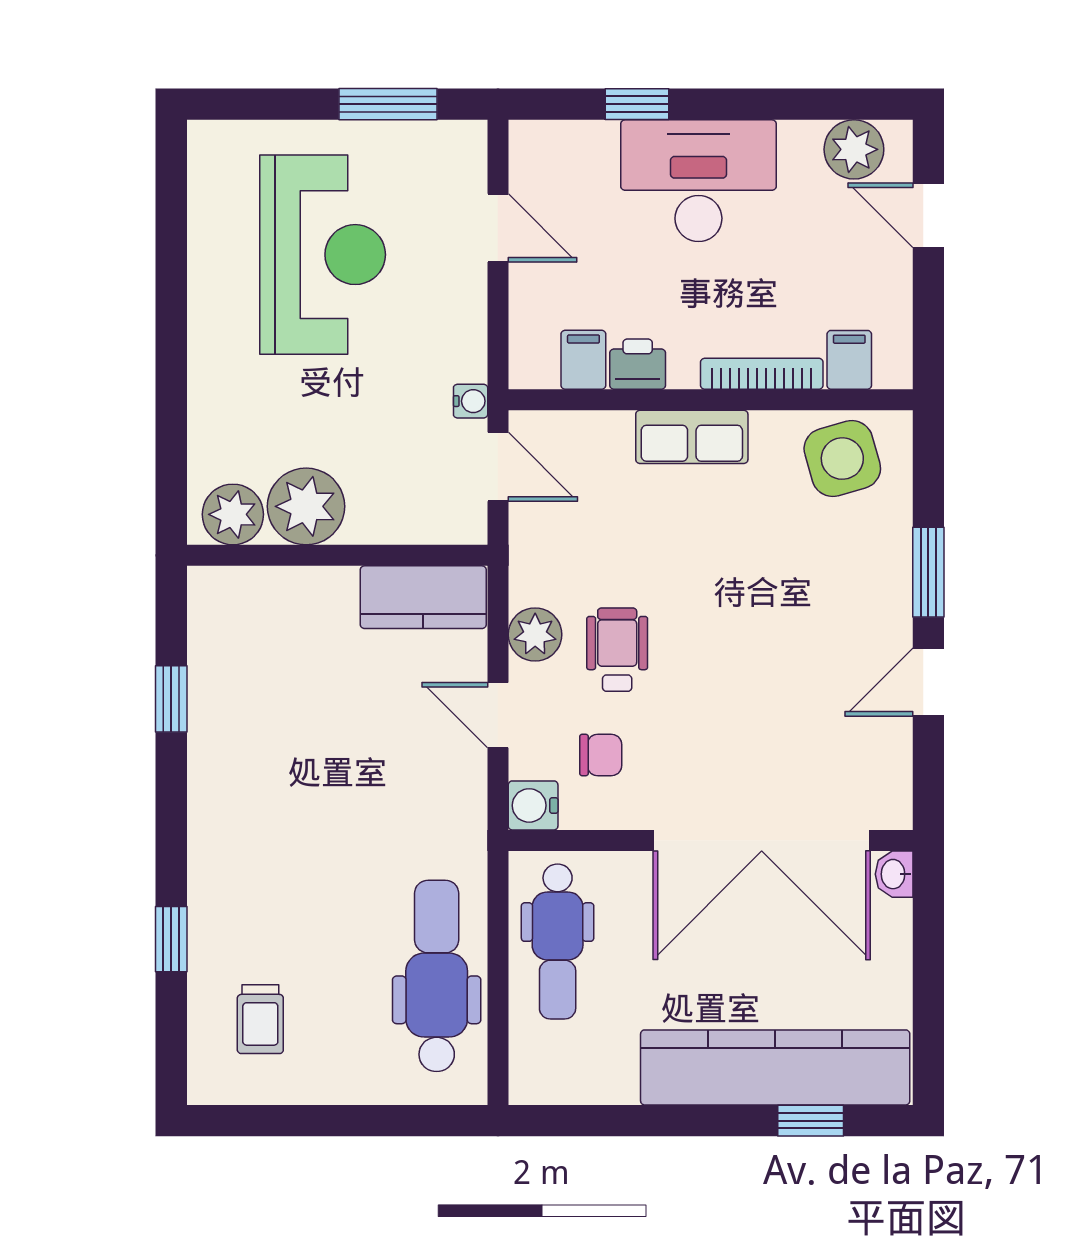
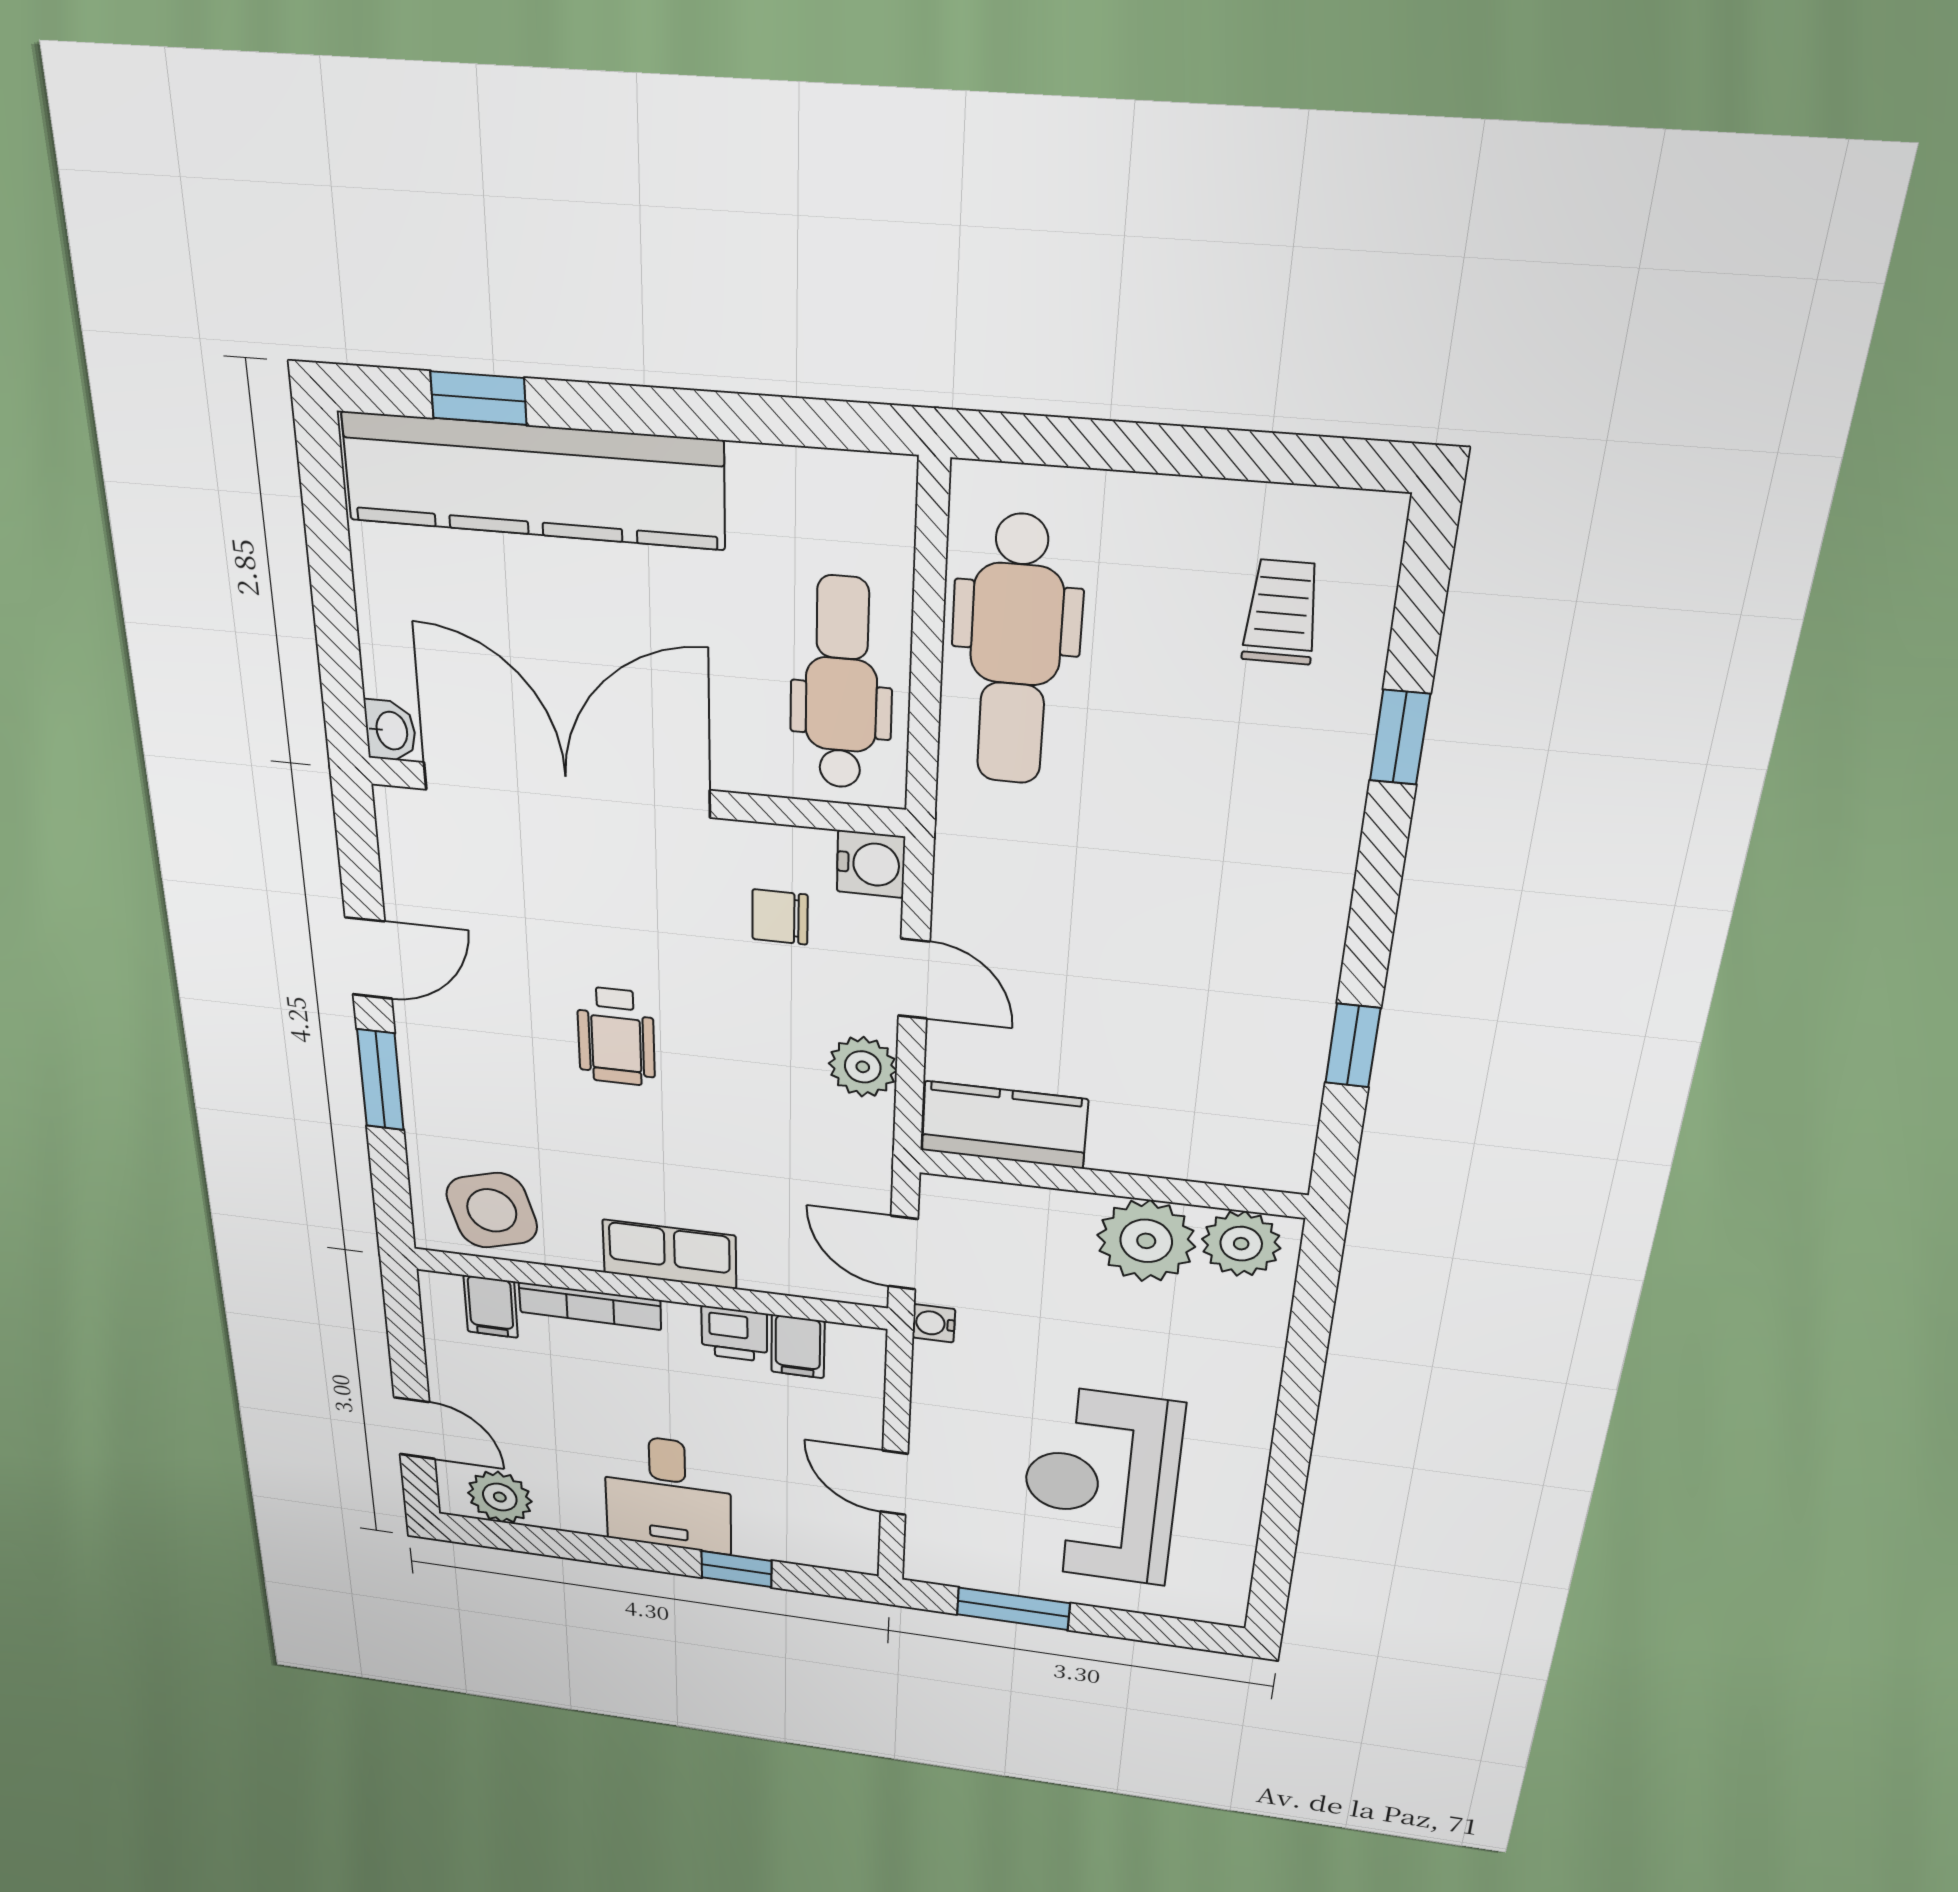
desk: (698, 181) -> (668, 1494), width x0.73
wheelchair: (617, 650) -> (616, 1036), moved

